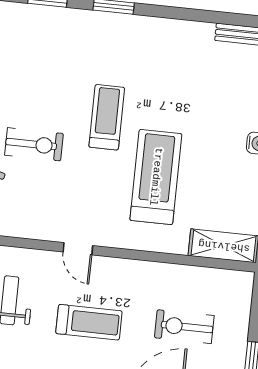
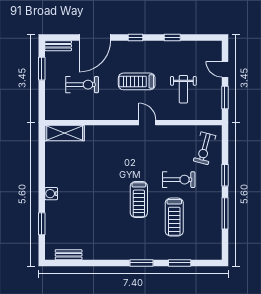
exercise bike: (34, 144) -> (179, 180), turned 180
treadmill: (156, 177) -> (174, 217), moved, width x0.73, depth x0.73

